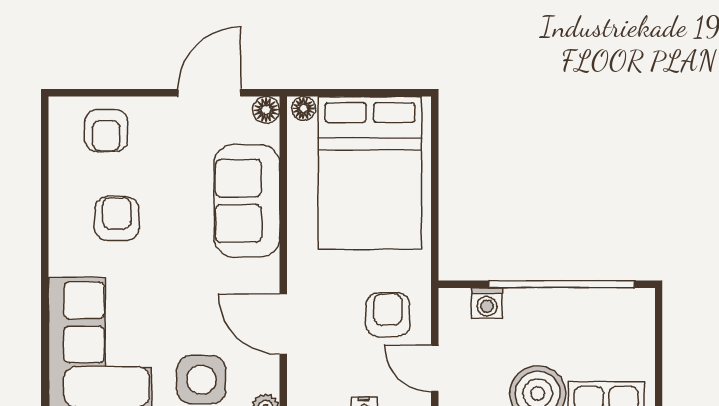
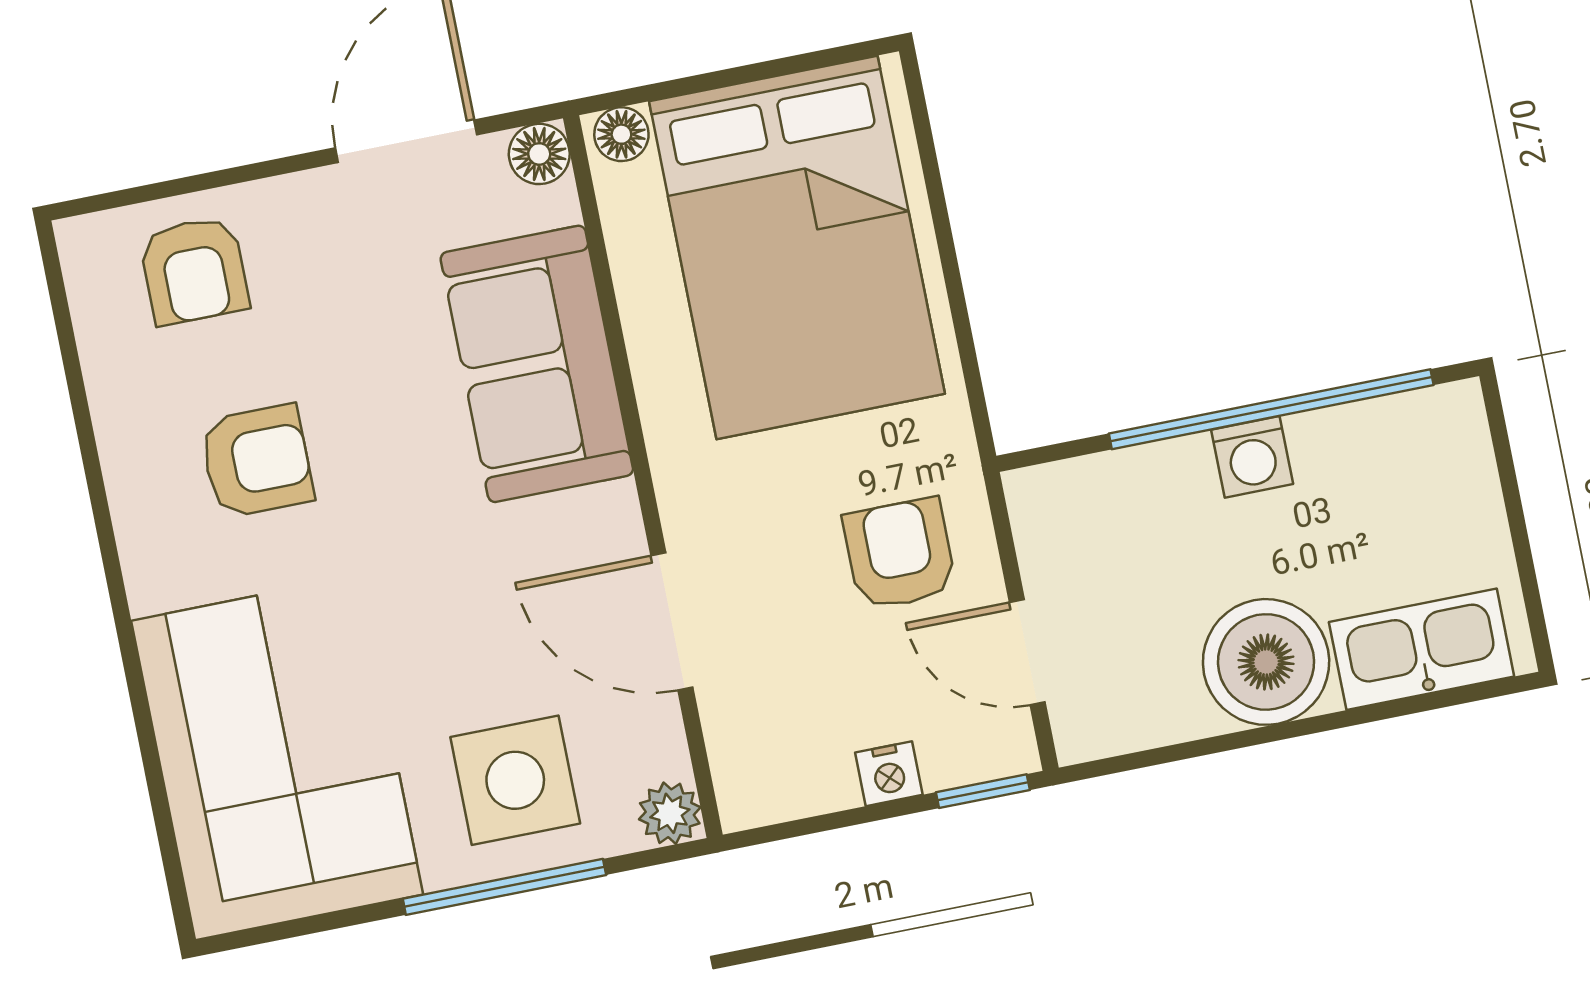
armchair: (117, 219) -> (257, 461), turned 90
washing machine: (487, 303) -> (1252, 457), moved

